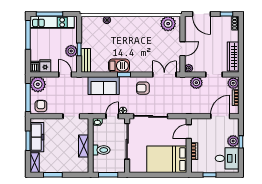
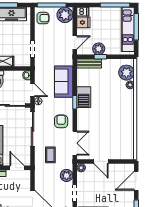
plant: (168, 24) -> (126, 73), moved
coffee table: (176, 99) -> (50, 155), added

